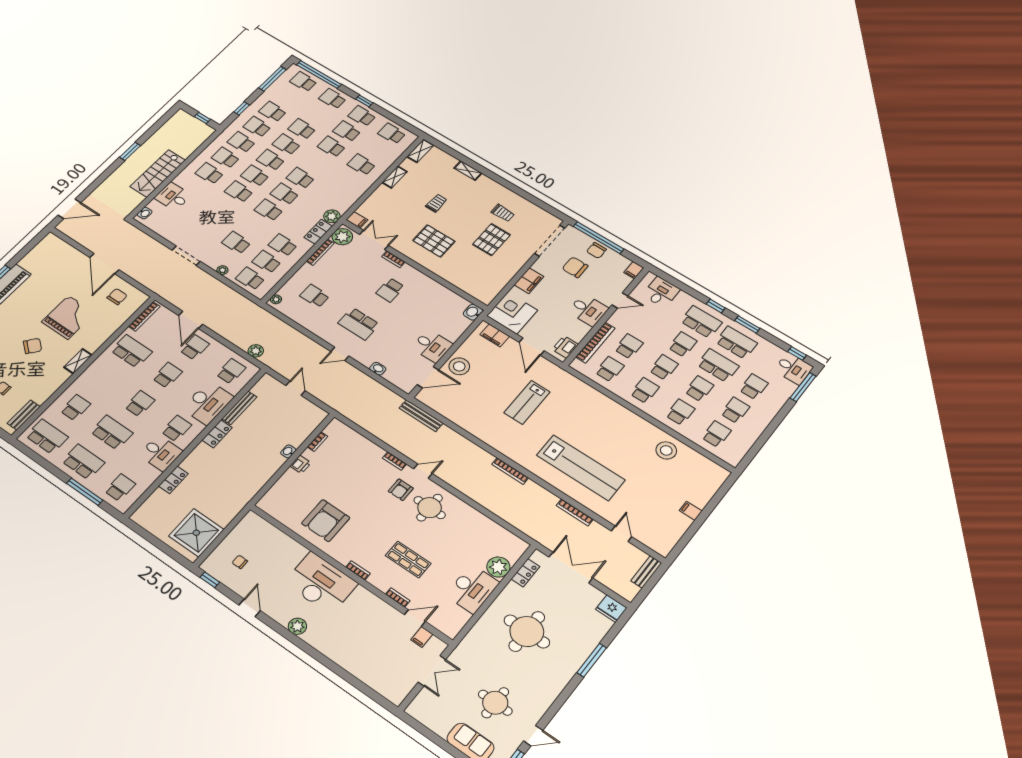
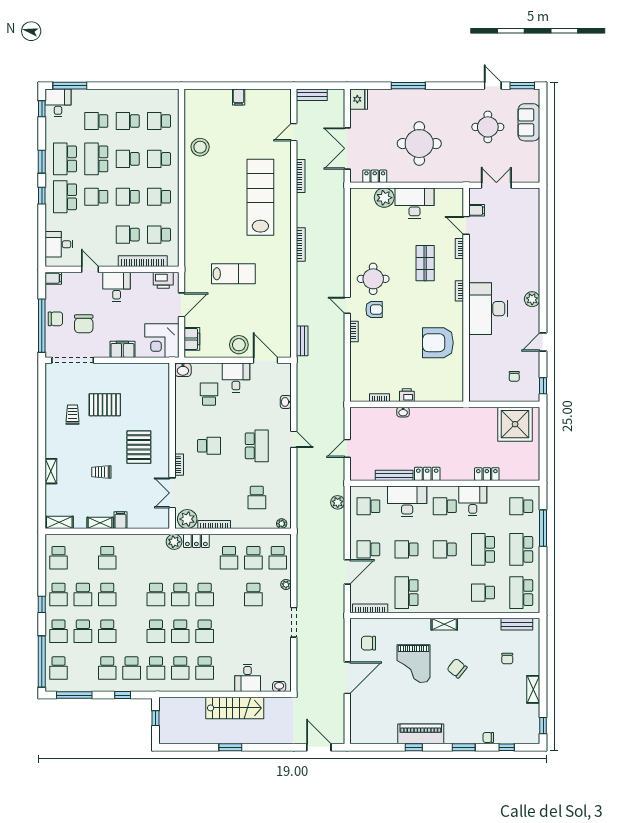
school desk: (286, 144) -> (83, 631), moved
filing cabinet: (357, 220) -> (120, 520), moved
grand piano: (68, 317) -> (413, 664), turned -90
school desk: (435, 318) -> (209, 394), added
bench: (421, 416) -> (302, 341), width x0.73
armchair: (326, 521) -> (438, 343), turned 180

